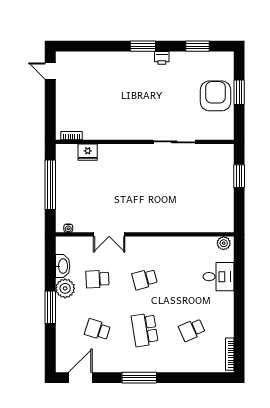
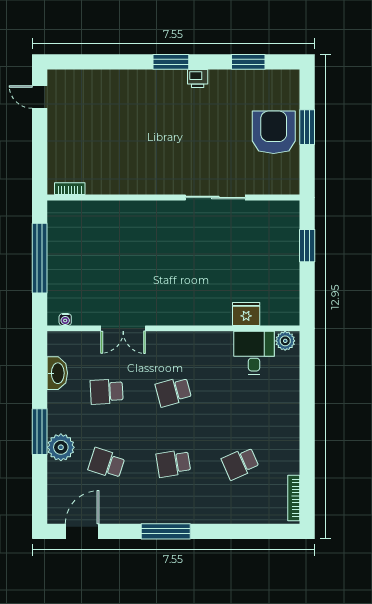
fridge: (88, 152) -> (246, 314), moved, turned 180
desk: (219, 277) -> (254, 353), moved, turned -90
plant: (65, 288) -> (61, 447), moved
school desk: (145, 330) -> (173, 463), width x0.54

